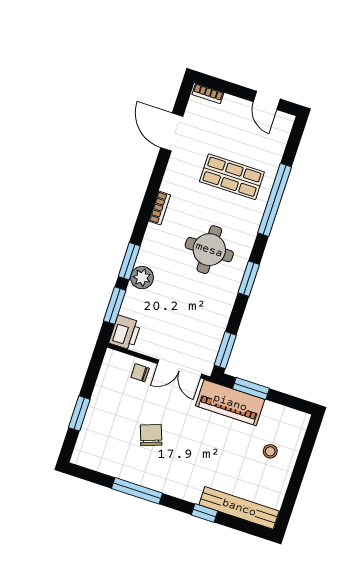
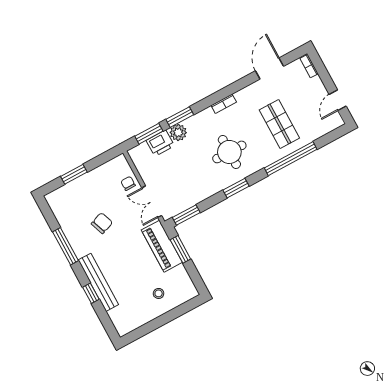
printer: (125, 333) -> (160, 143), moved
bench: (239, 508) -> (98, 282), moved

